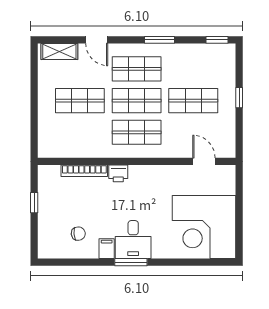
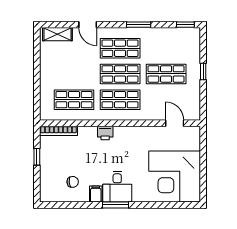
shop shelf: (80, 101) -> (74, 100), moved
bookcase: (84, 171) -> (59, 131), moved

